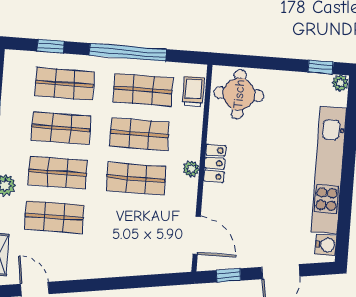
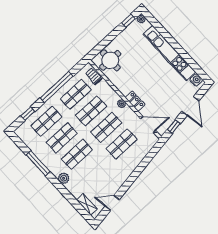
locker: (215, 163) -> (135, 101), moved
shop shelf: (54, 217) -> (122, 144), moved

